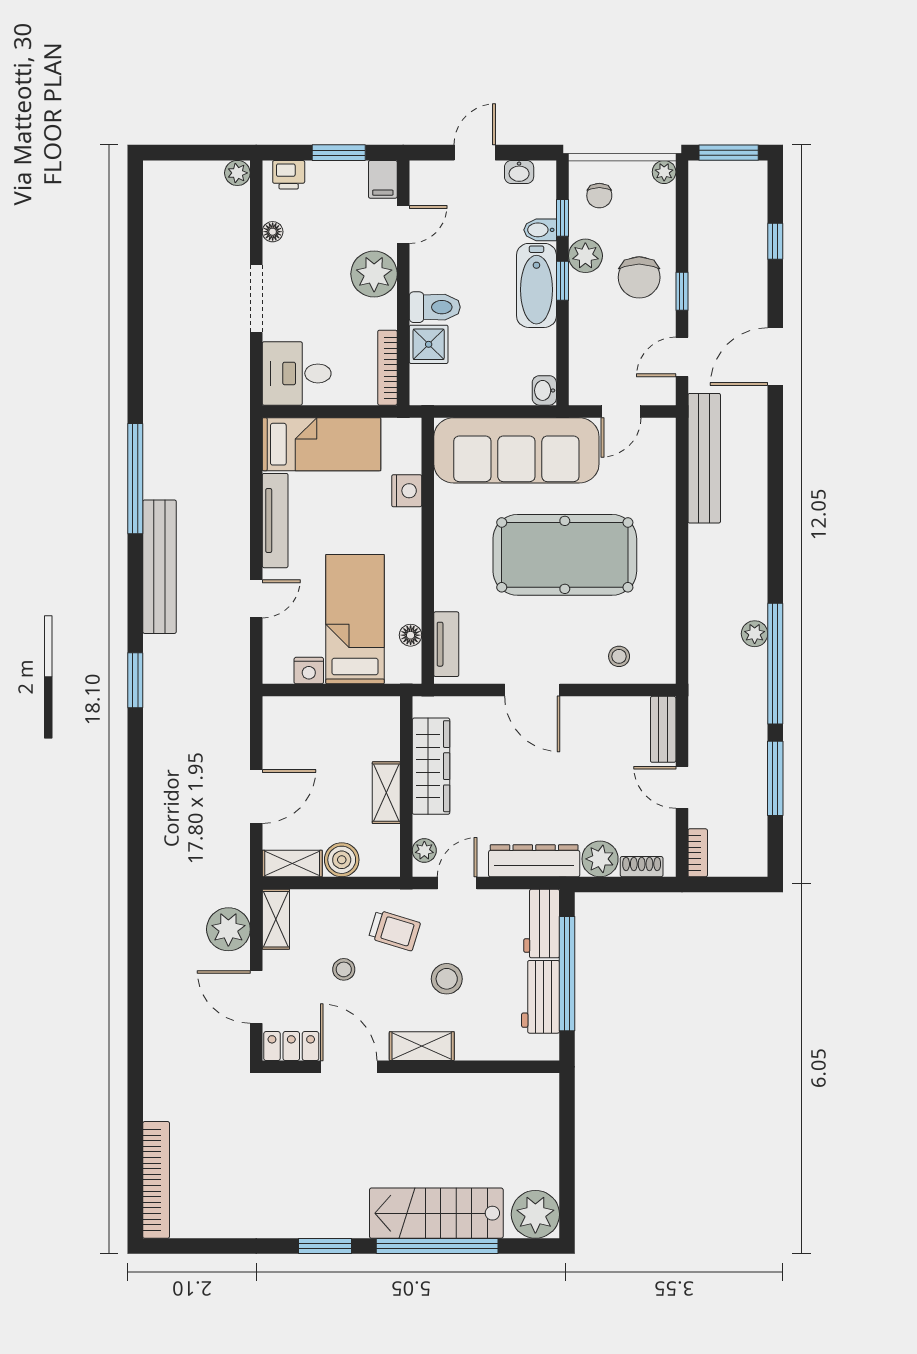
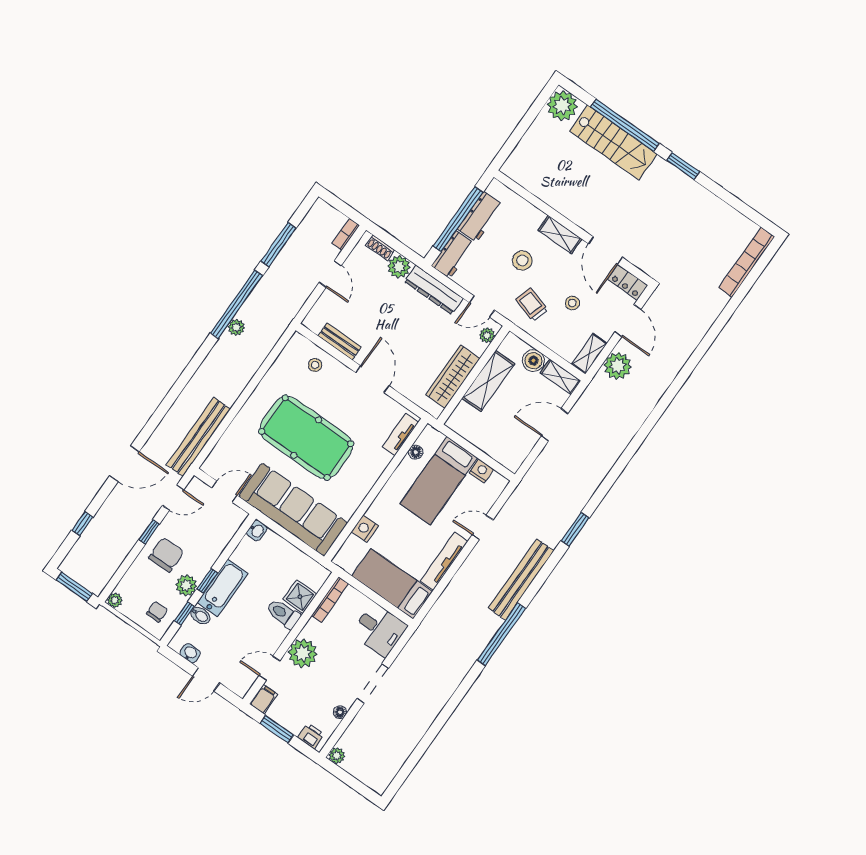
bench: (663, 729) -> (340, 342), moved, turned 90
shelving: (386, 793) -> (488, 381), width x1.50, depth x1.33

